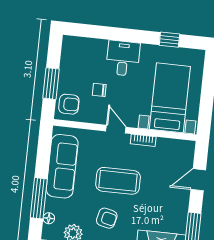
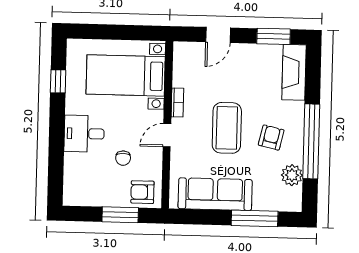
armchair: (69, 104) -> (142, 192), turned -90
door: (198, 180) -> (218, 35), hinge flipped
floor lamp: (49, 218) -> (277, 205), removed

